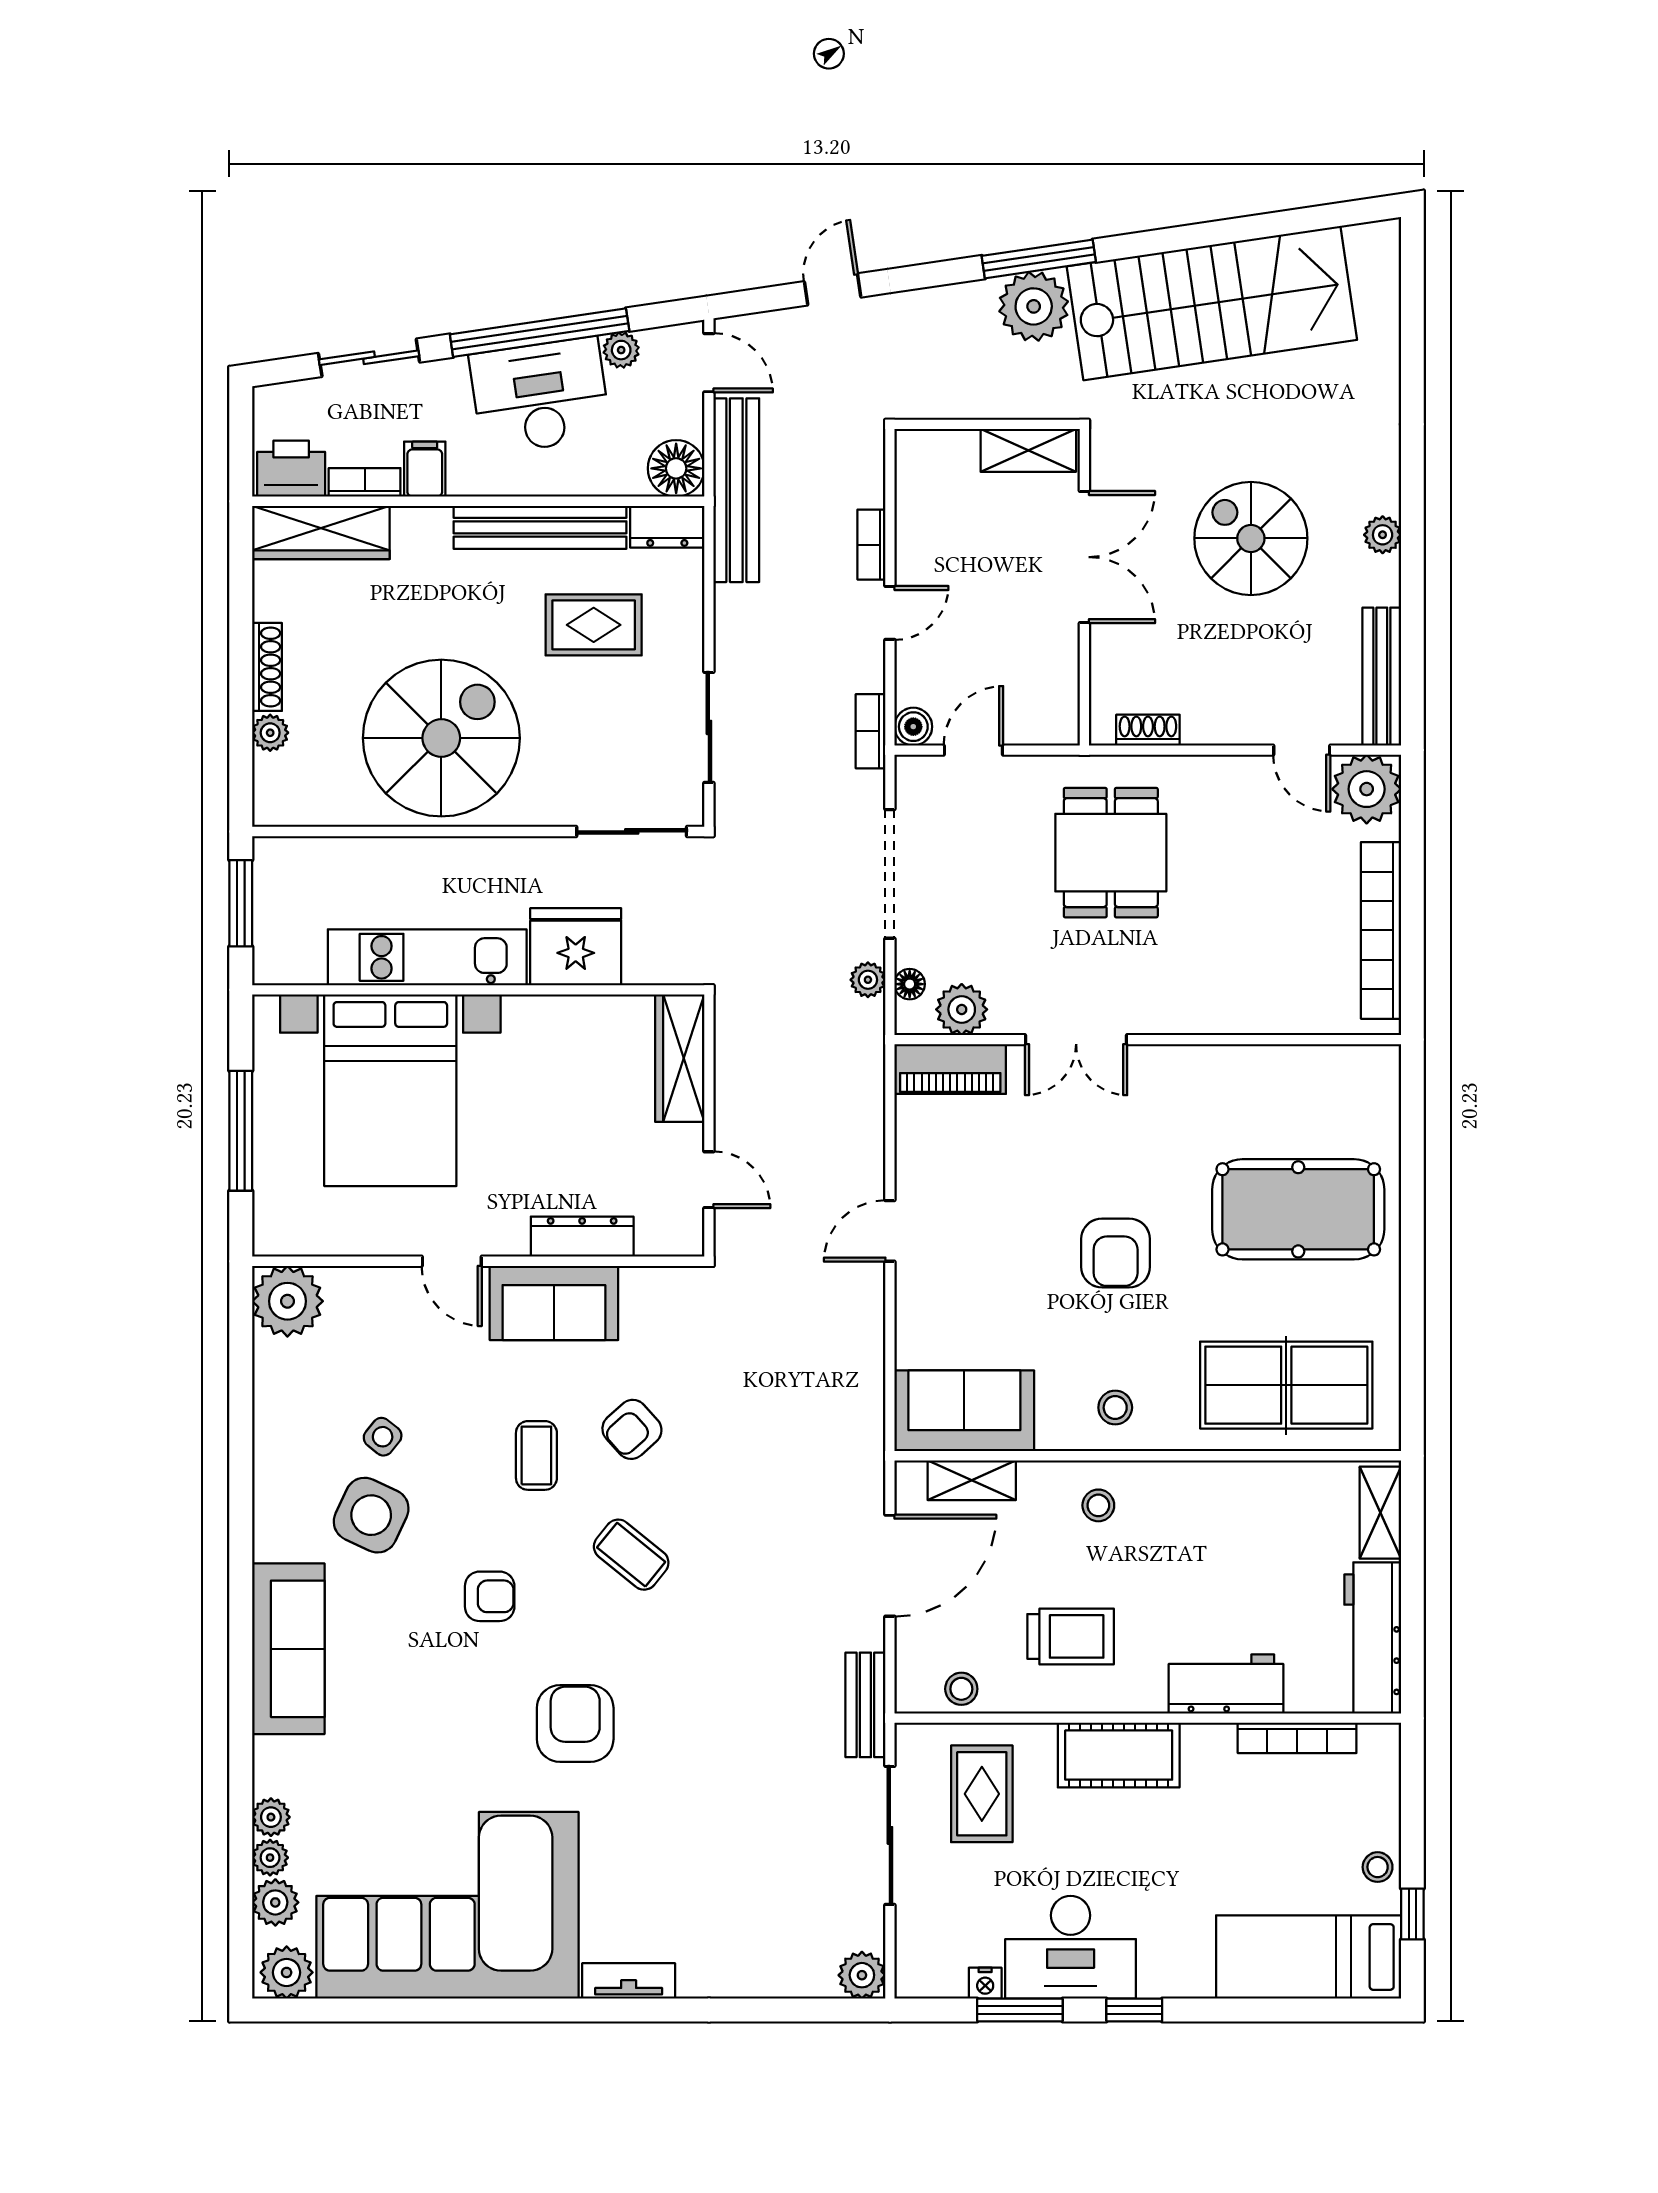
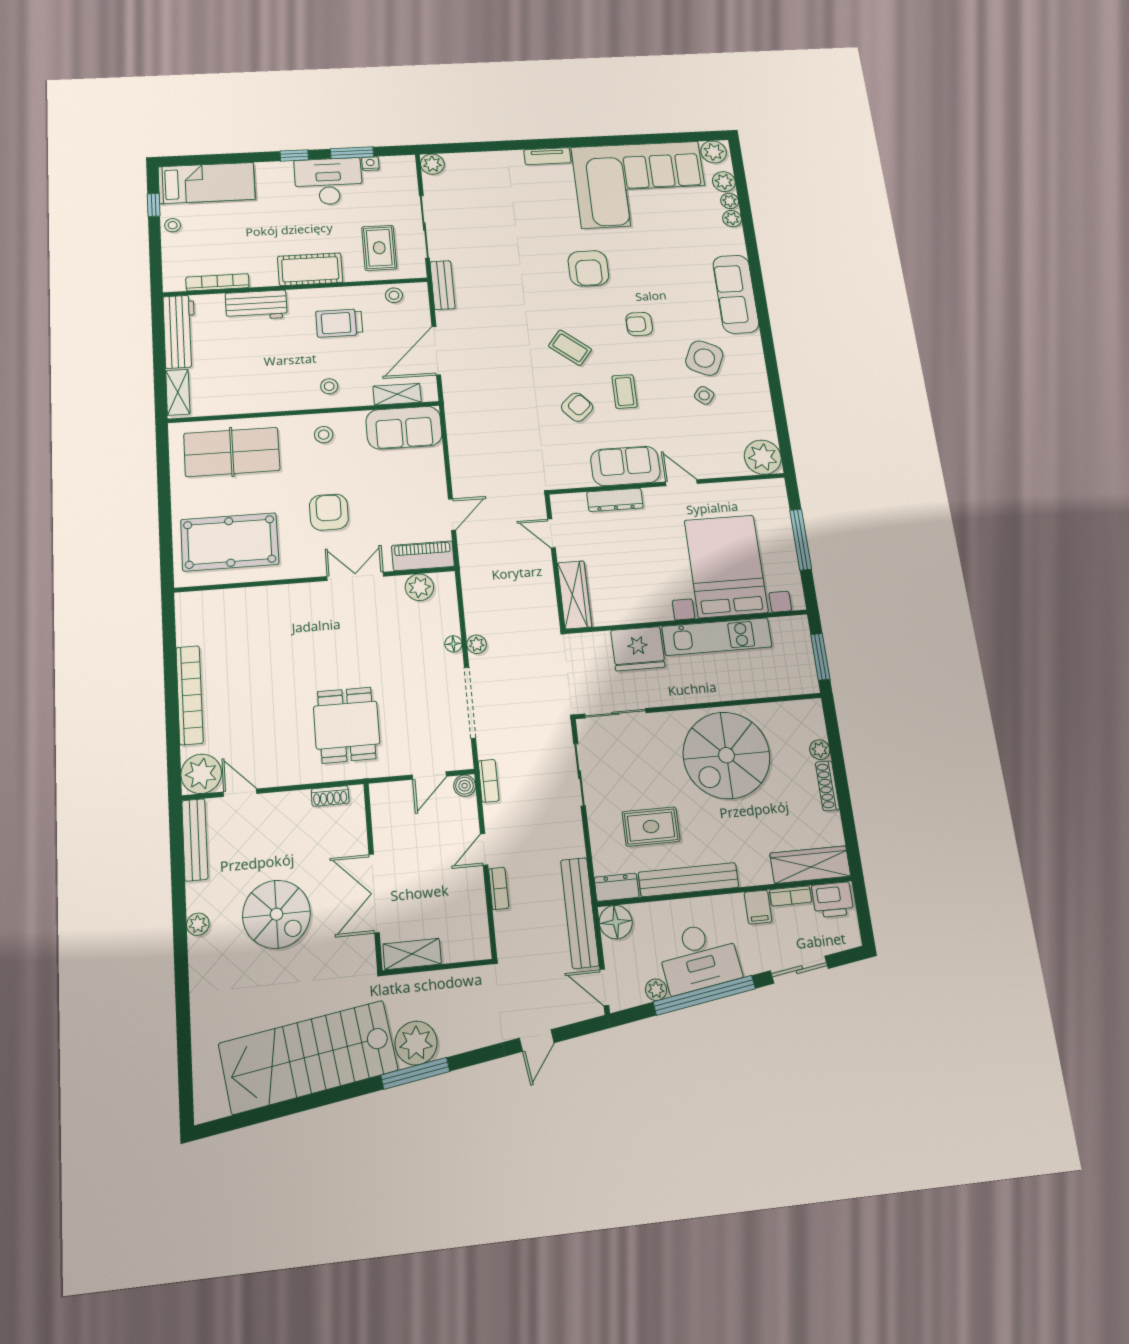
plant: (962, 1009) -> (419, 587), moved
double door: (1076, 1040) -> (355, 576), moved
wall: (1148, 1040) -> (316, 579), moved
piano: (950, 1069) -> (423, 556), moved

